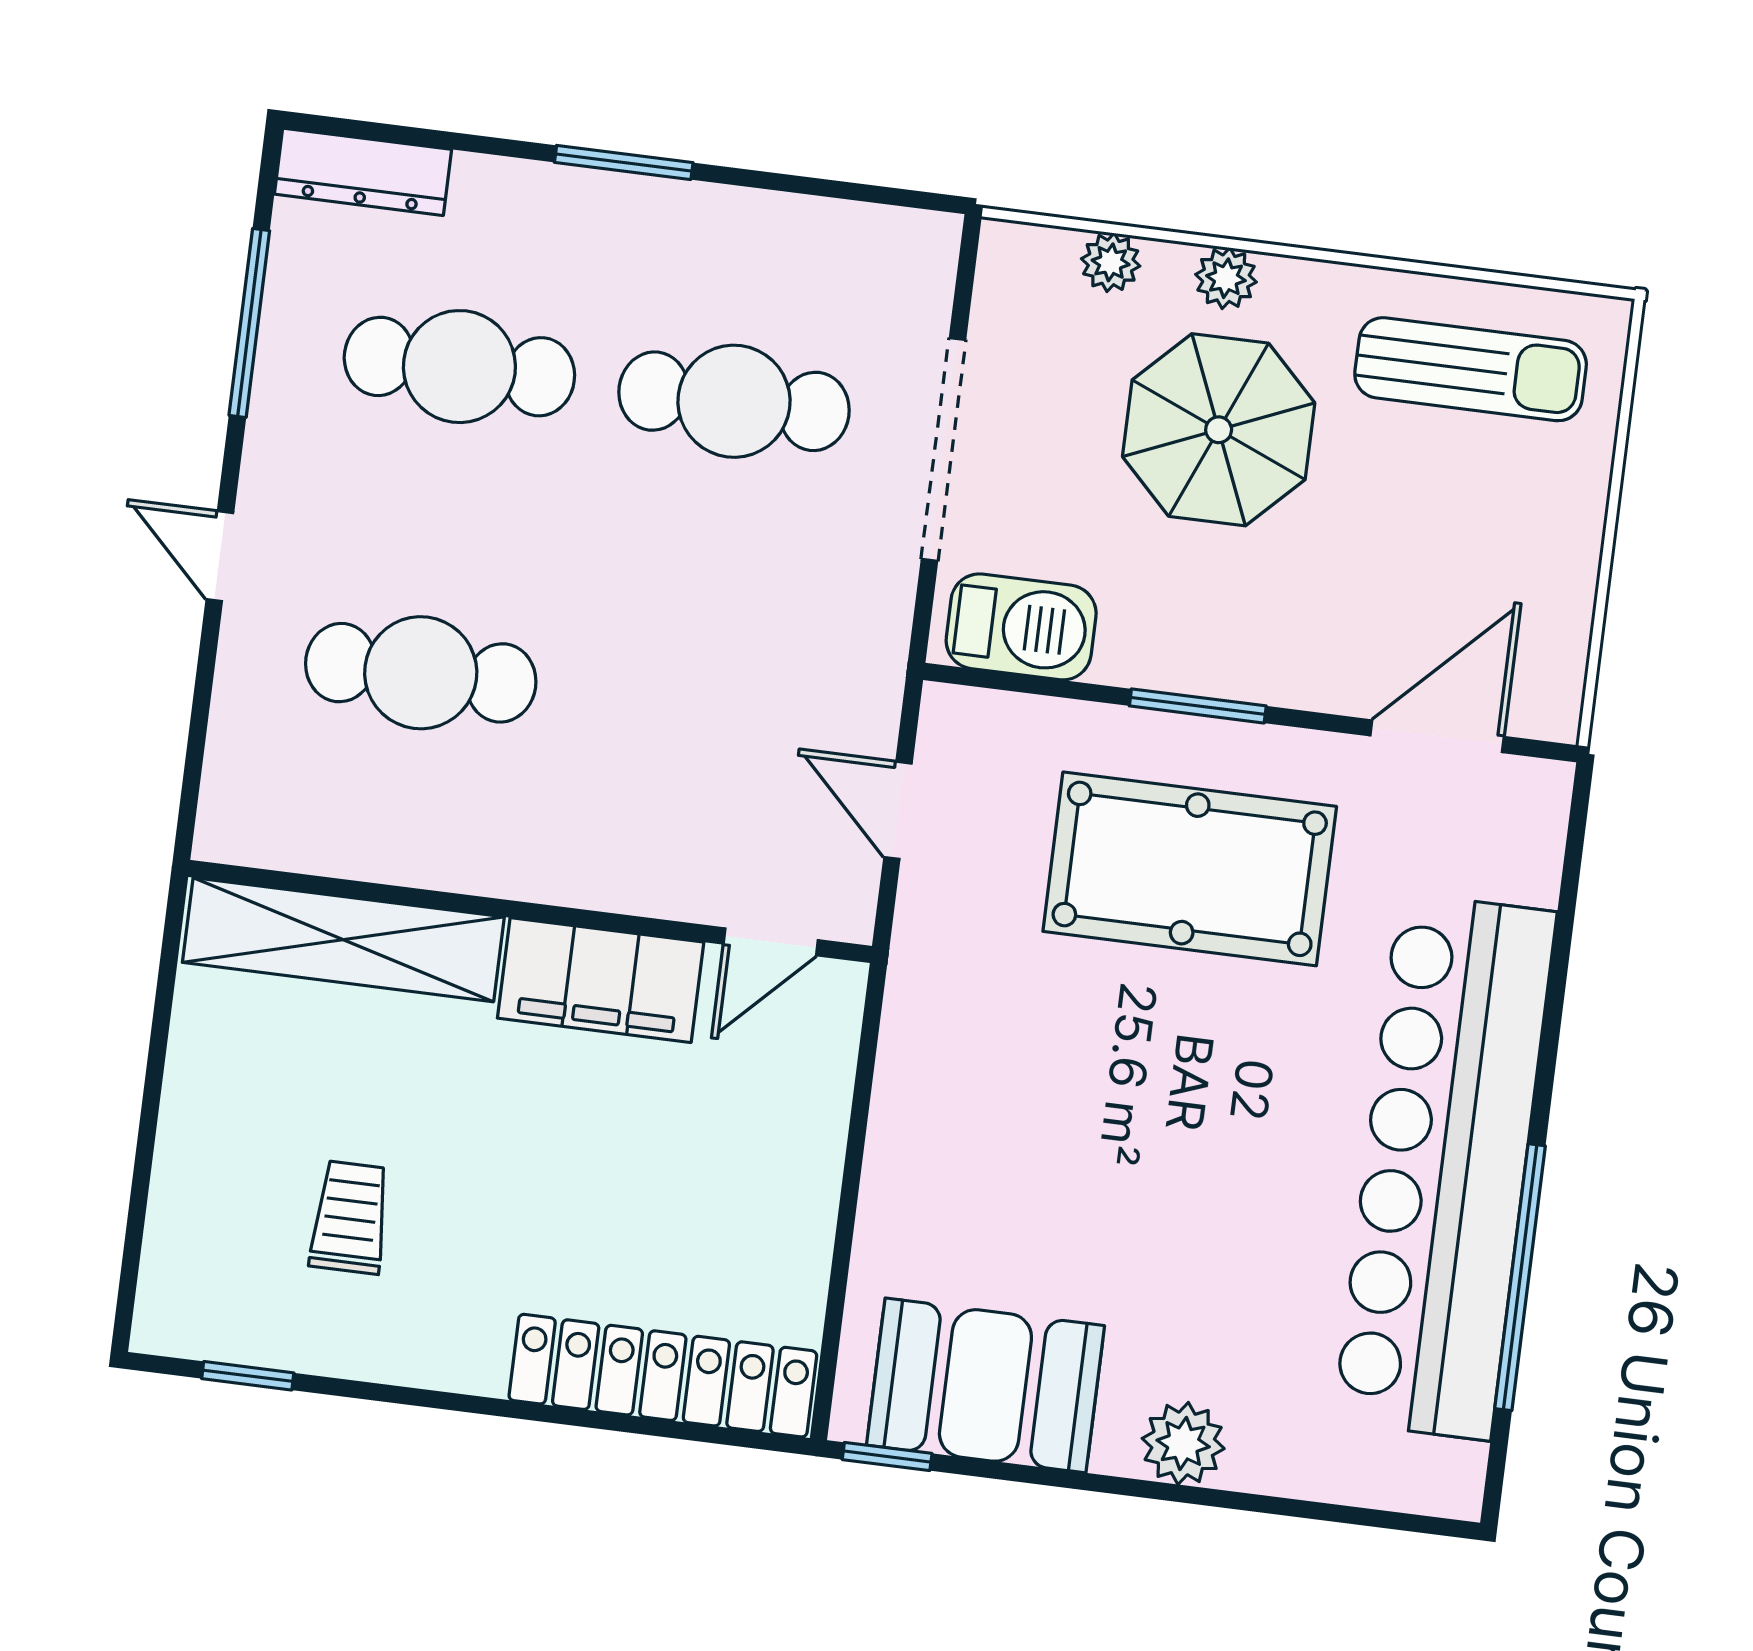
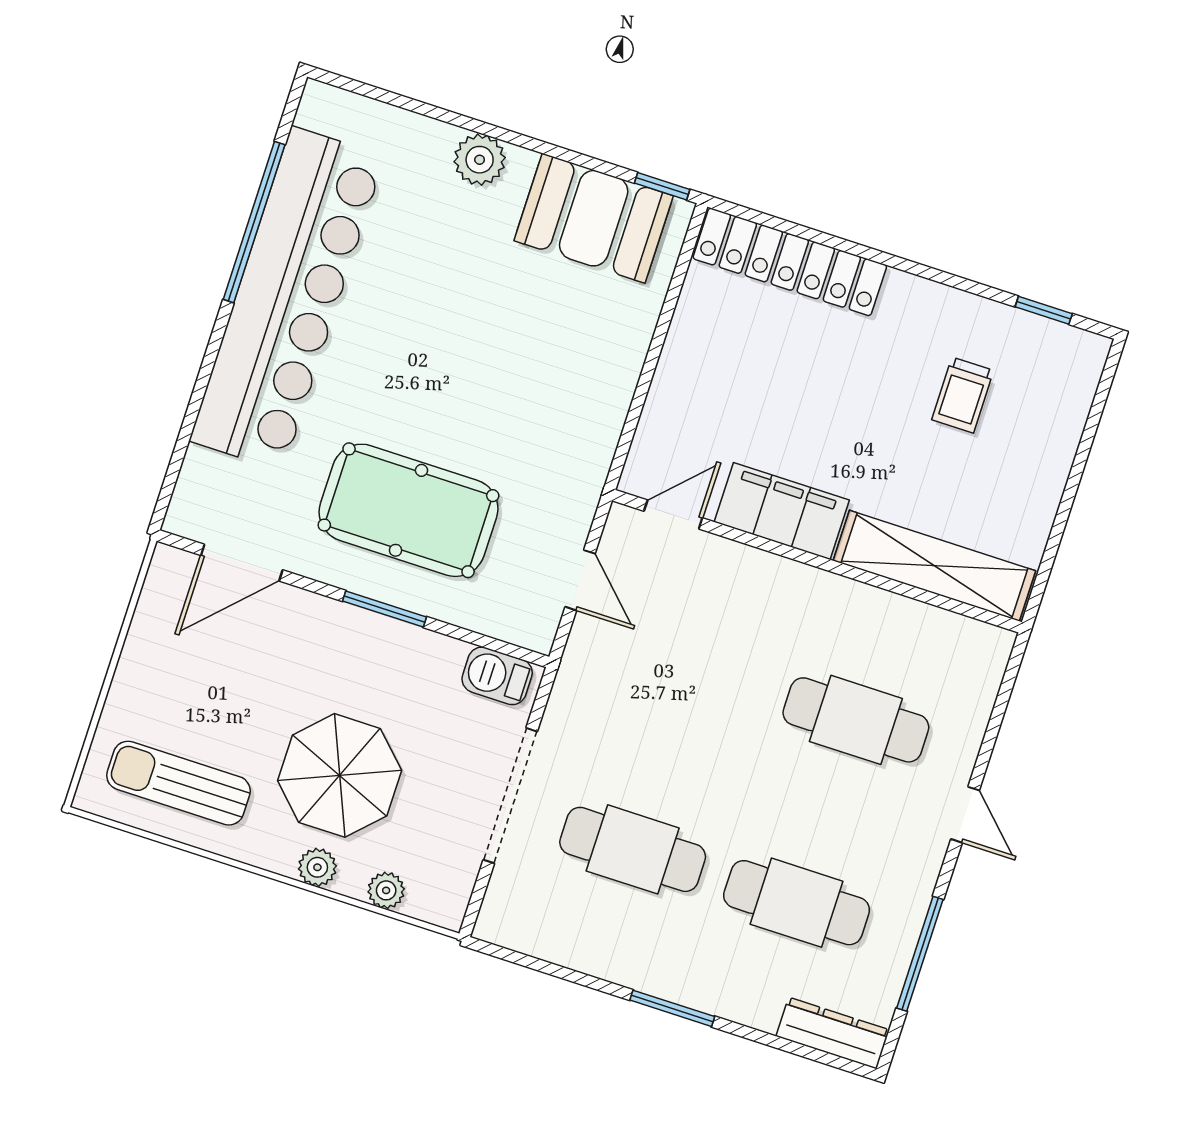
barbecue: (1021, 627) -> (497, 676), width x0.73, depth x0.79

